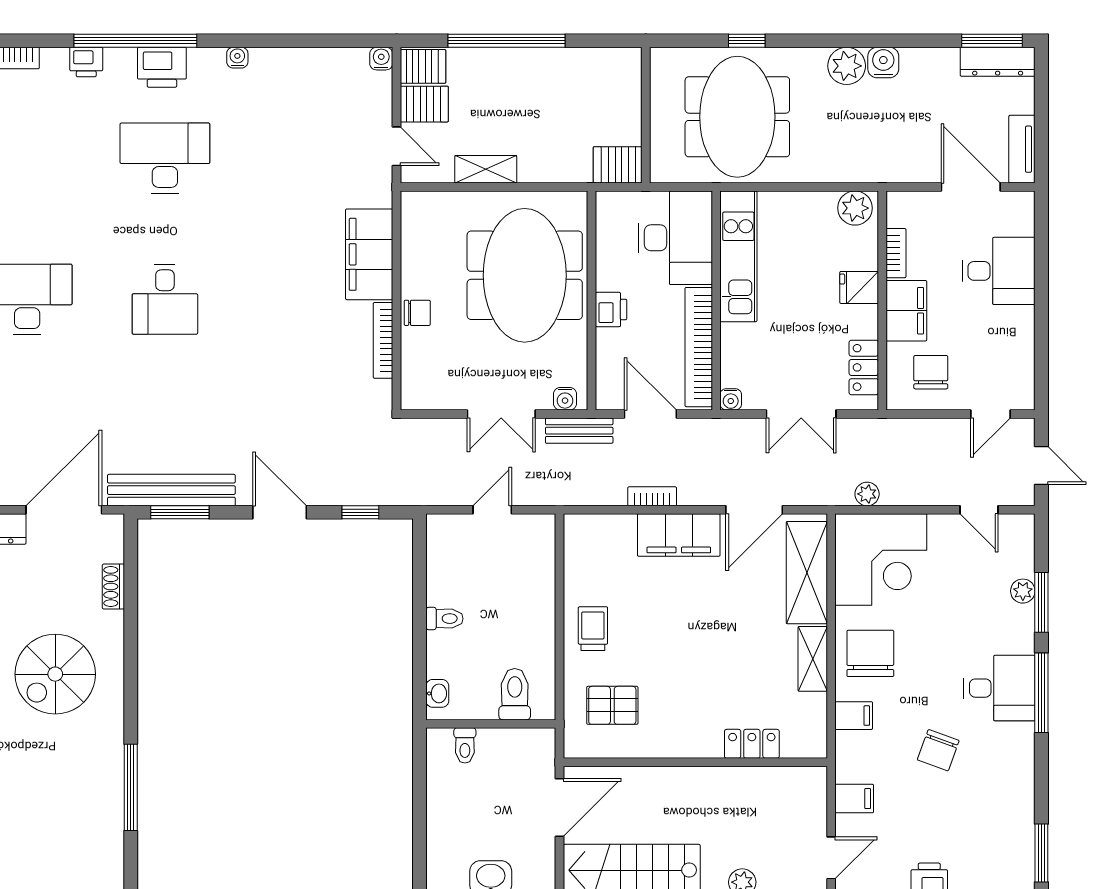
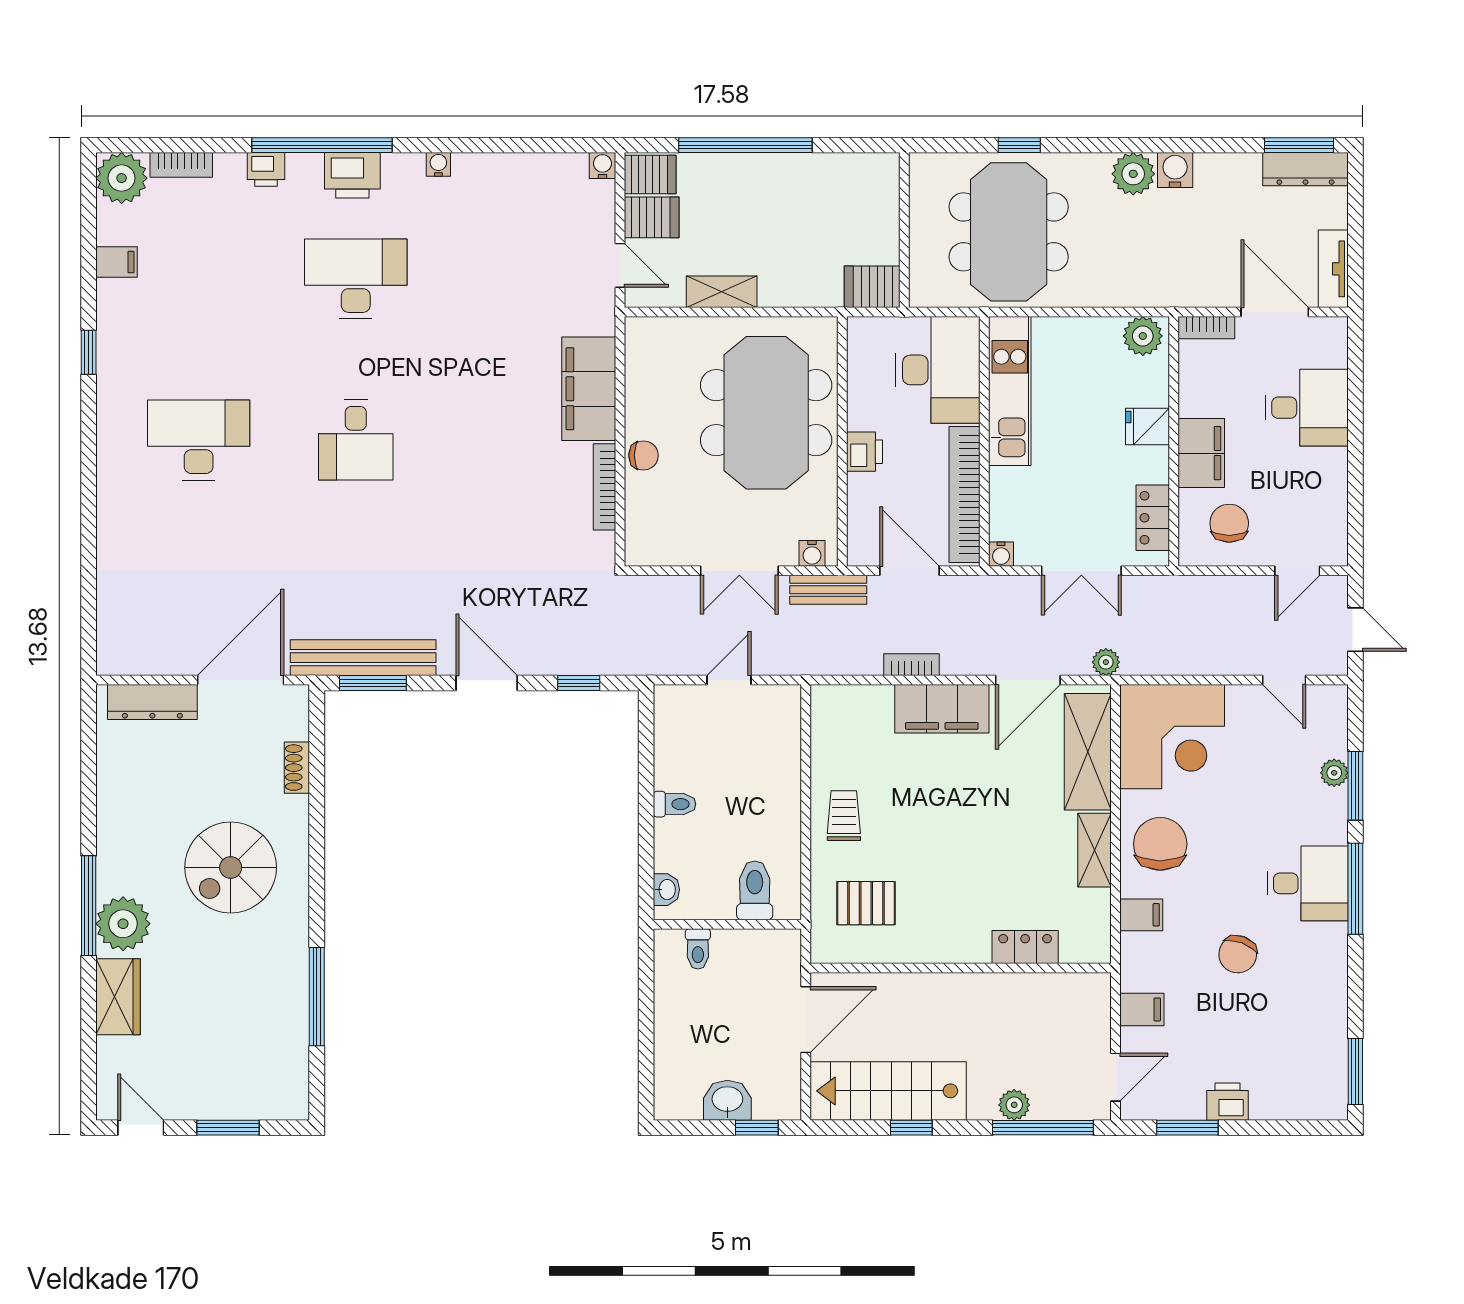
bookcase: (896, 253) -> (1206, 328), moved, turned 90
plant: (867, 494) -> (1106, 662), moved

